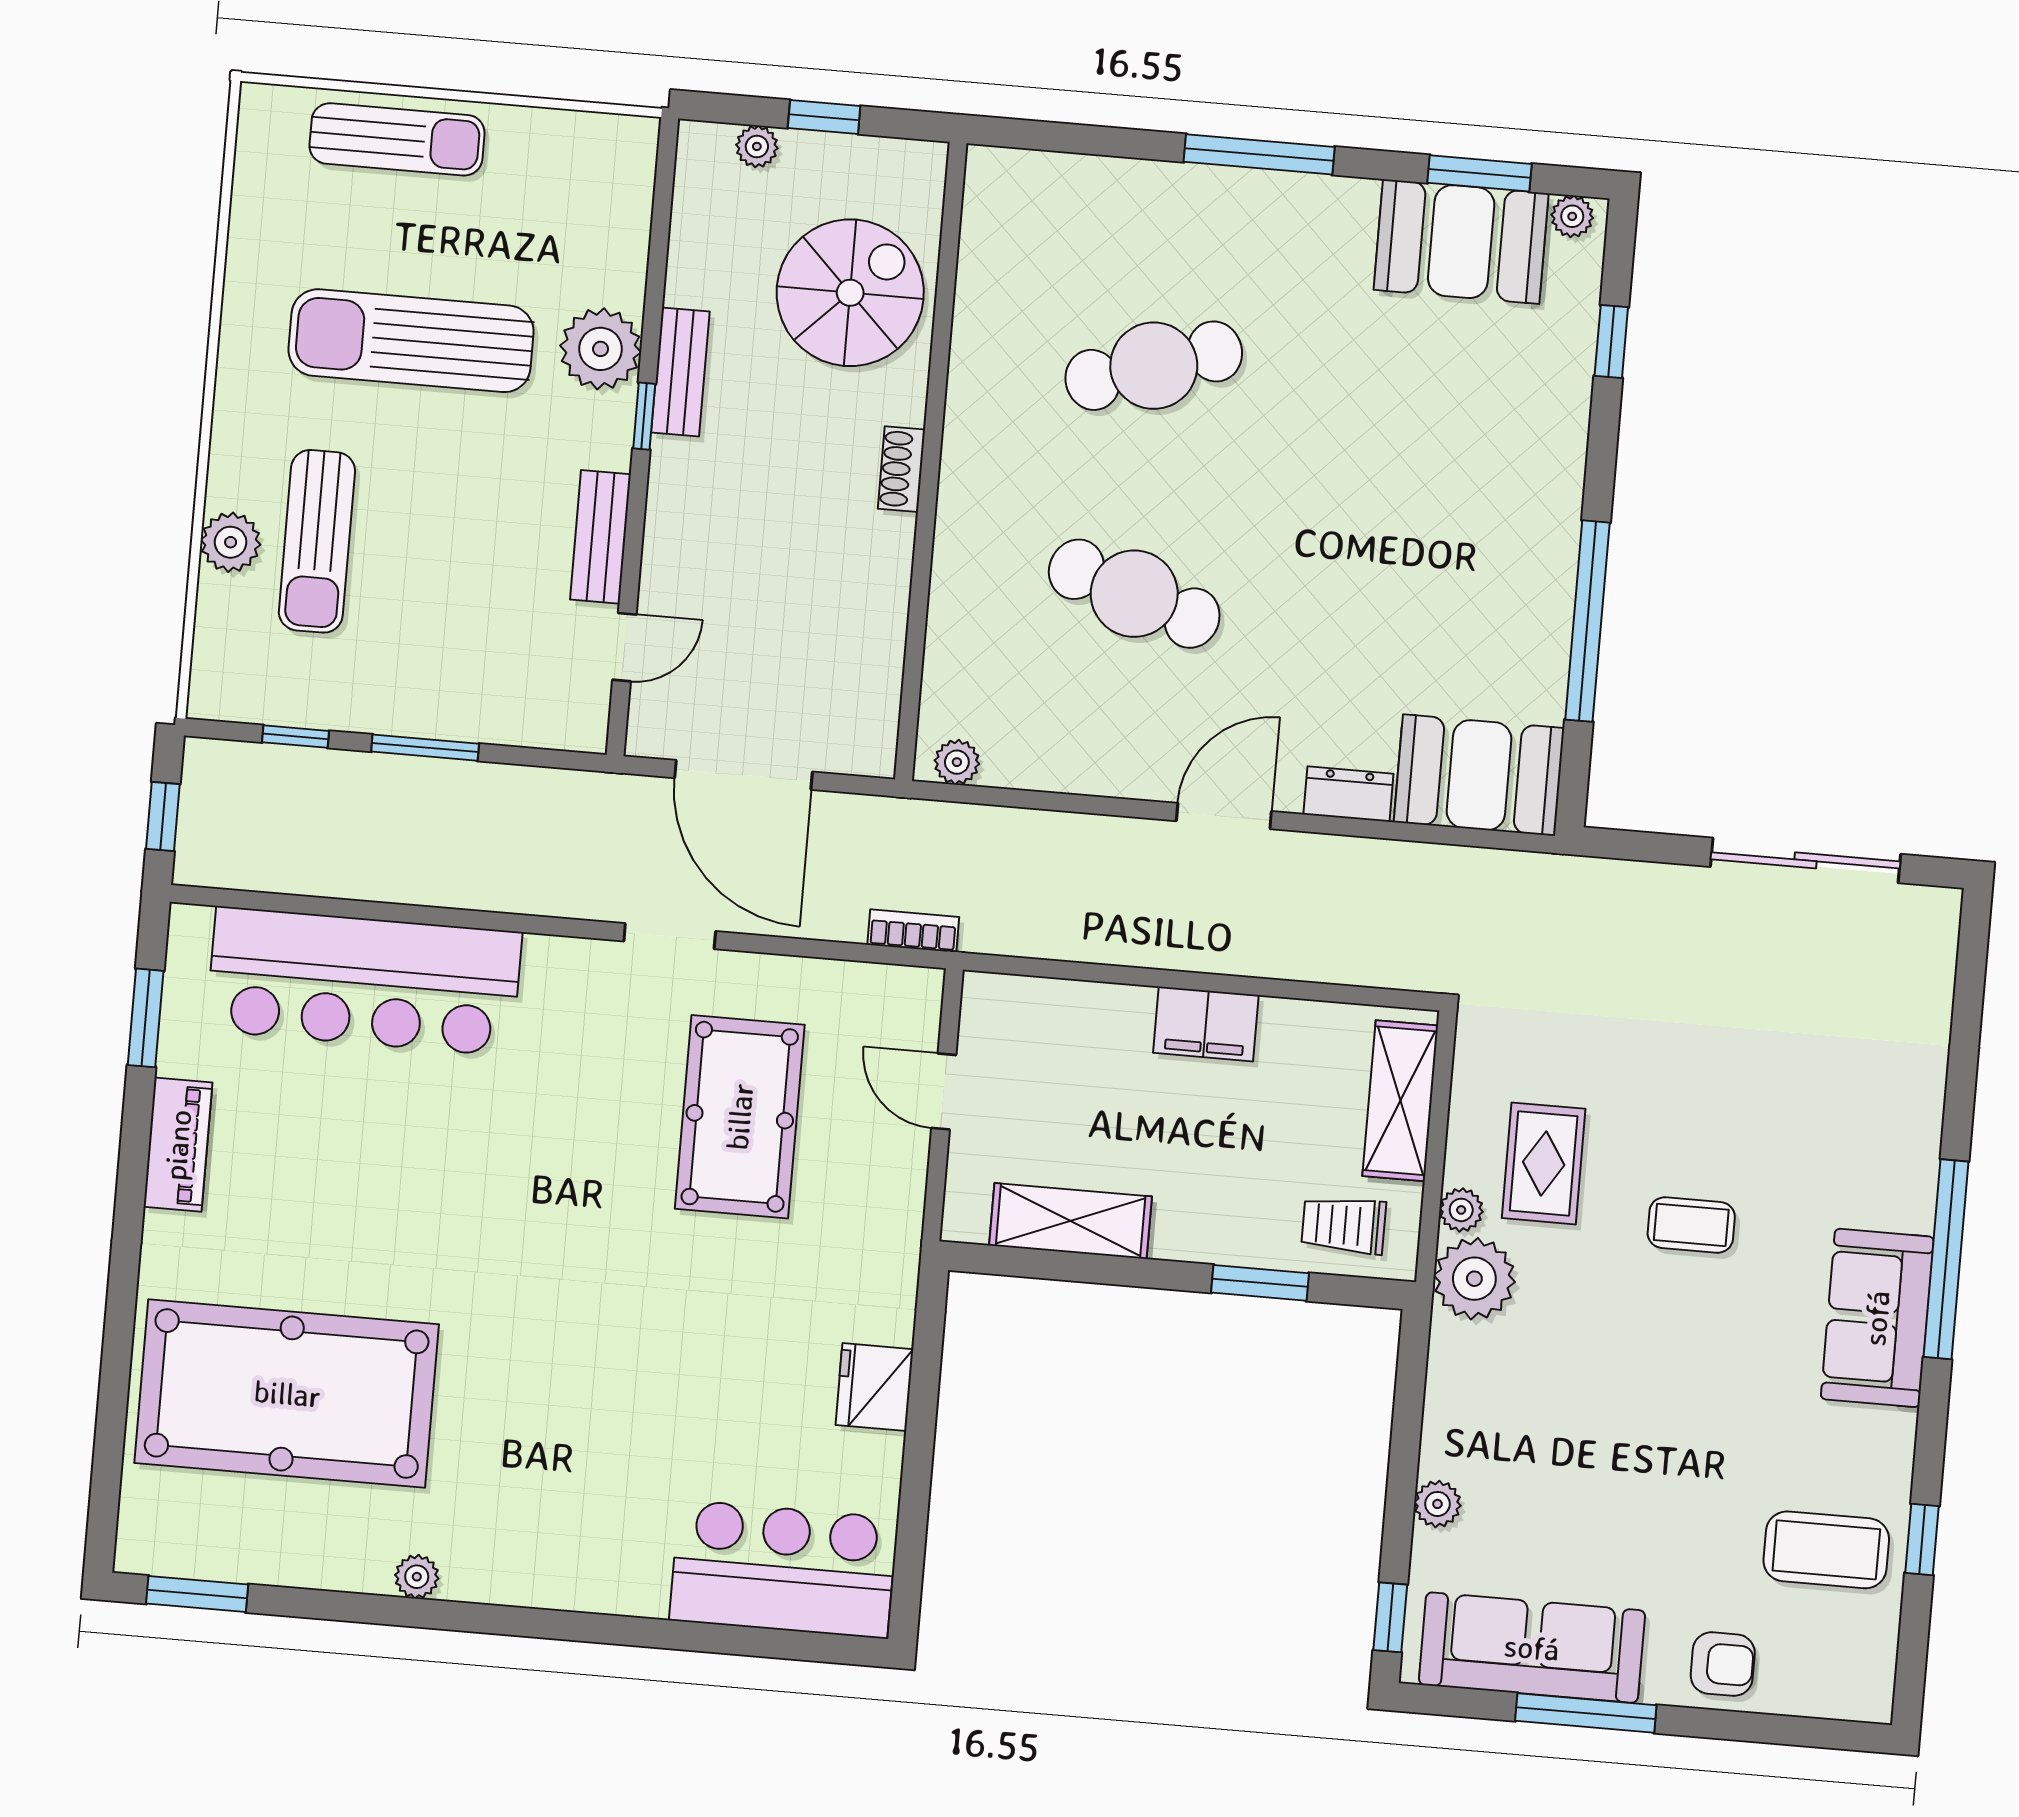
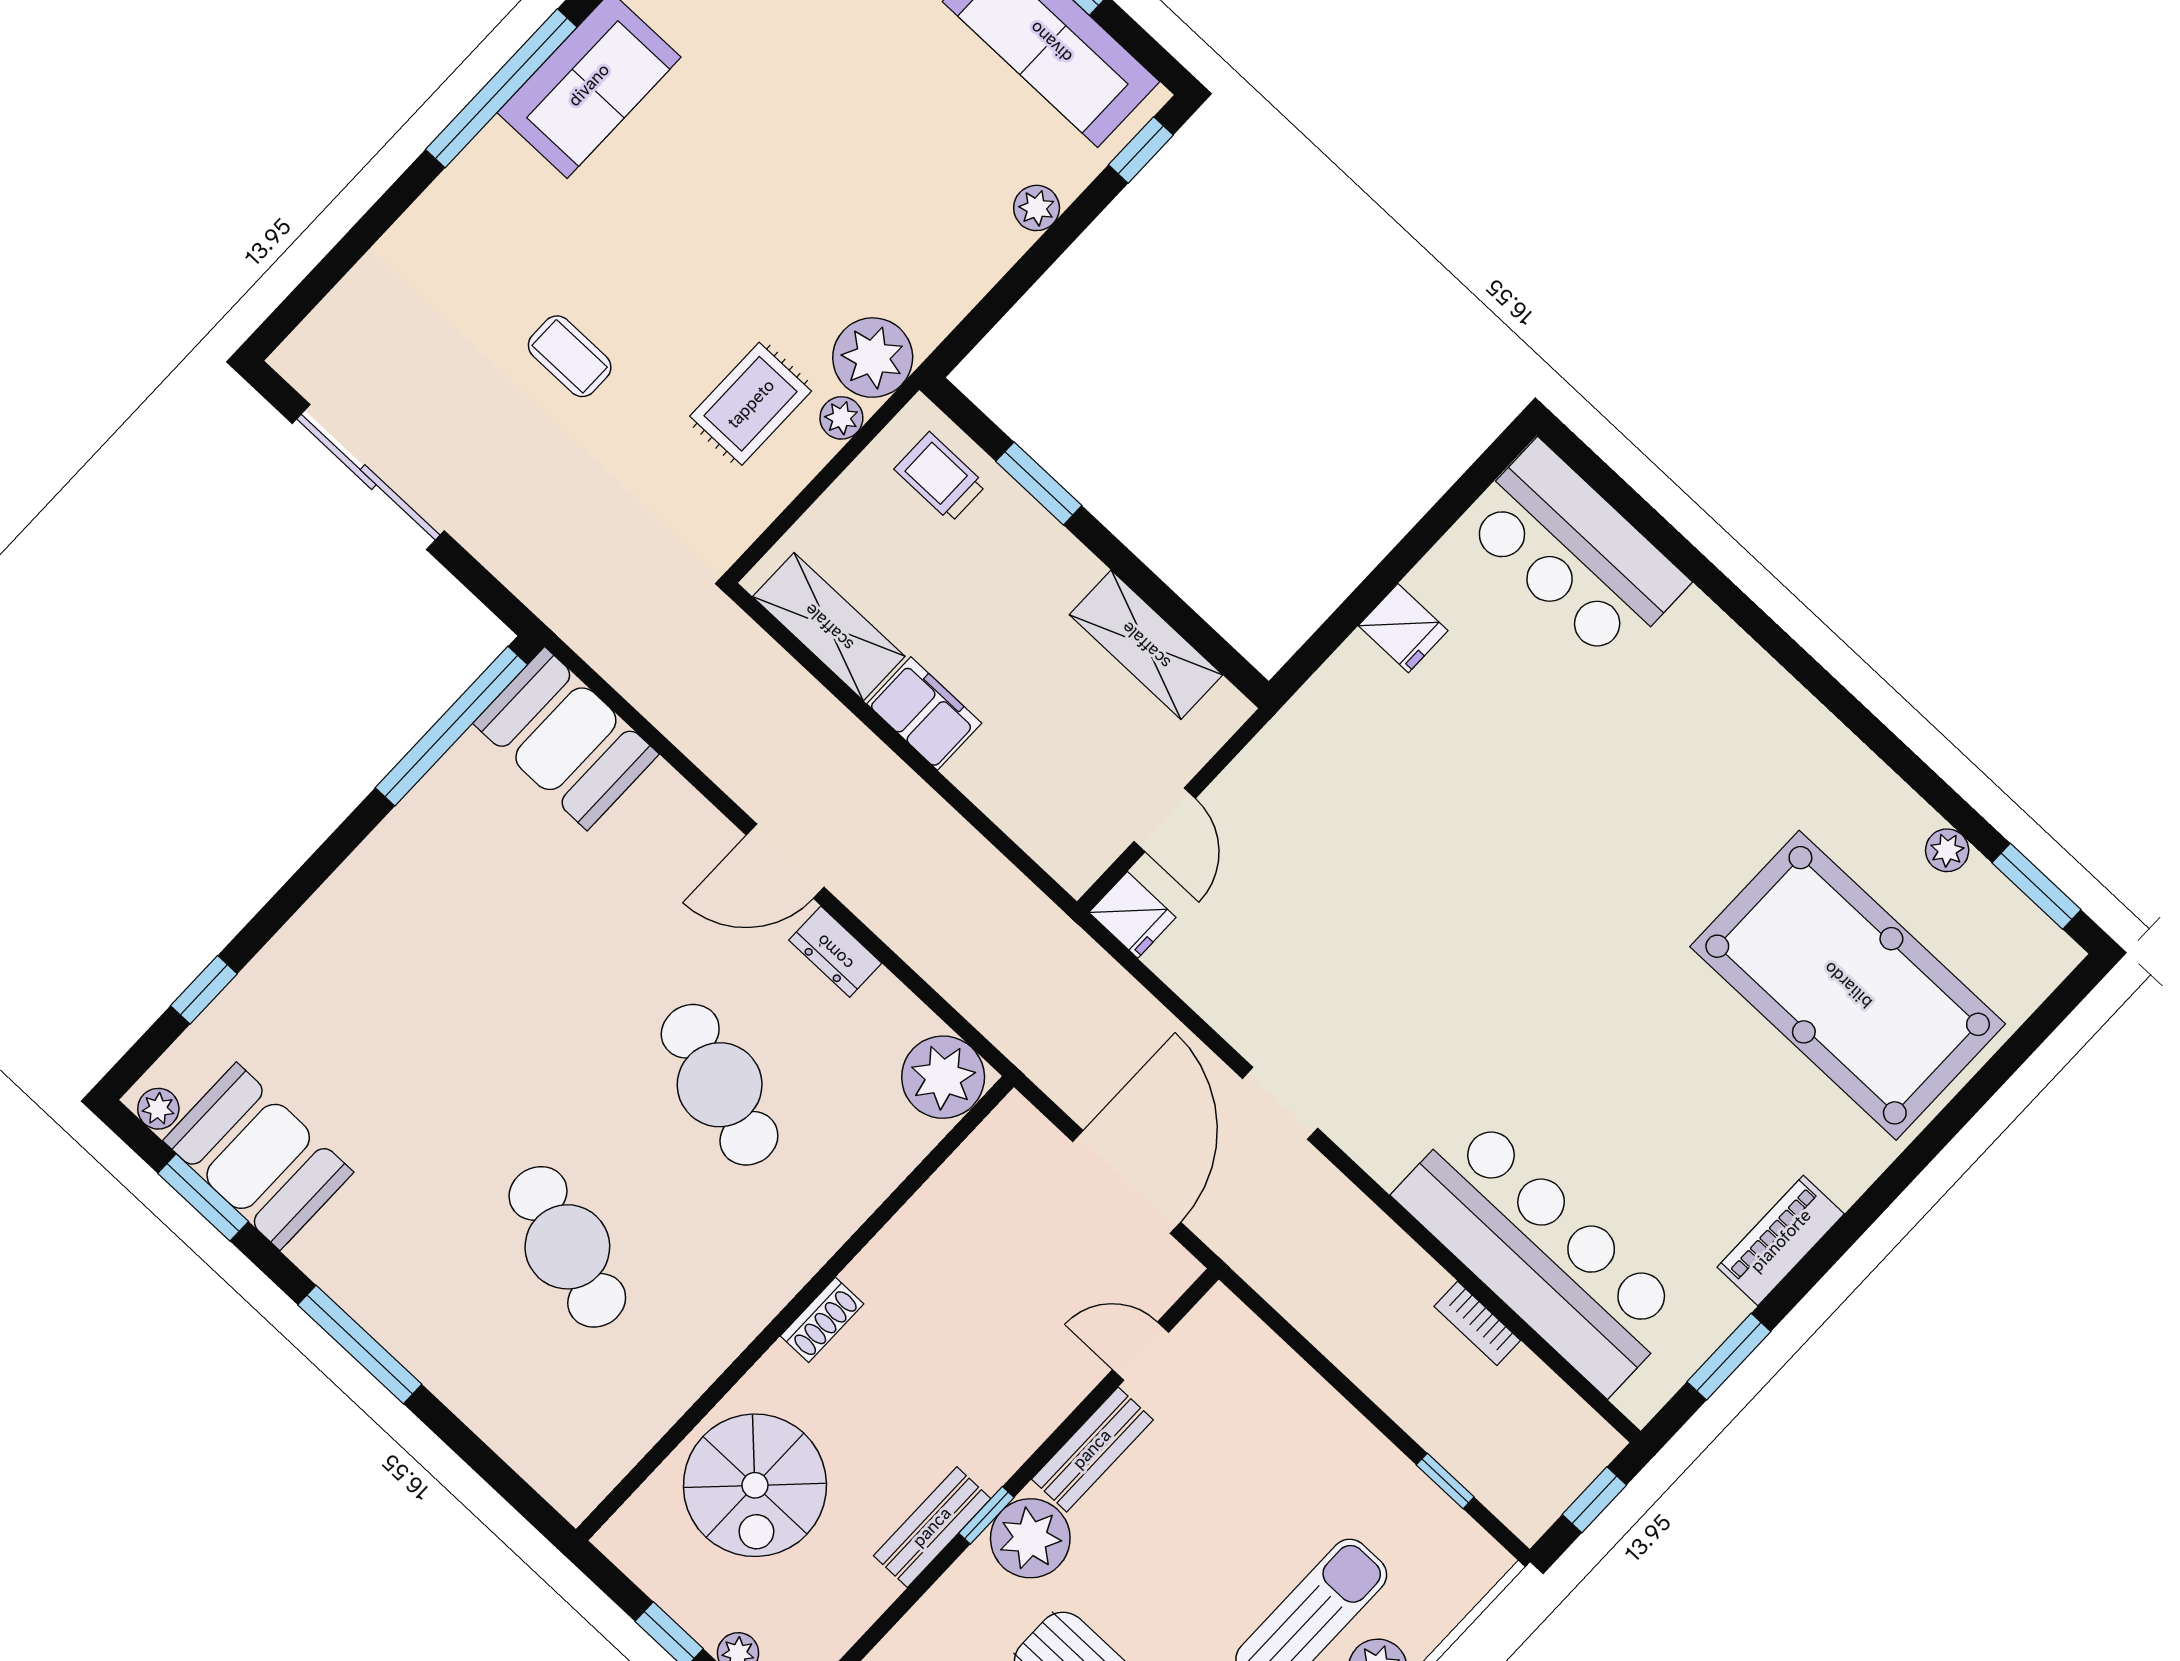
spiral stairs: (850, 293) -> (755, 1485), turned -90
plant: (601, 349) -> (1030, 1538), moved
cafe table: (1154, 366) -> (567, 1247), turned 36
window: (1587, 621) -> (451, 726), moved
window: (425, 748) -> (1353, 1394), removed
plant: (957, 762) -> (943, 1077), width x1.87, depth x1.87
dresser: (1348, 794) -> (835, 952), moved
bookcase: (913, 931) -> (1477, 1323), moved
fridge: (909, 994) -> (1132, 915), added
shelving: (1400, 1101) -> (829, 627), moved, turned 90
pool table: (740, 1117) -> (1335, 923), removed
trolley: (1344, 1225) -> (940, 477), turned 180
coffee table: (1691, 1225) -> (570, 356), moved
fridge: (874, 1387) -> (1403, 628), width x0.72
plant: (417, 1577) -> (1947, 850), moved

